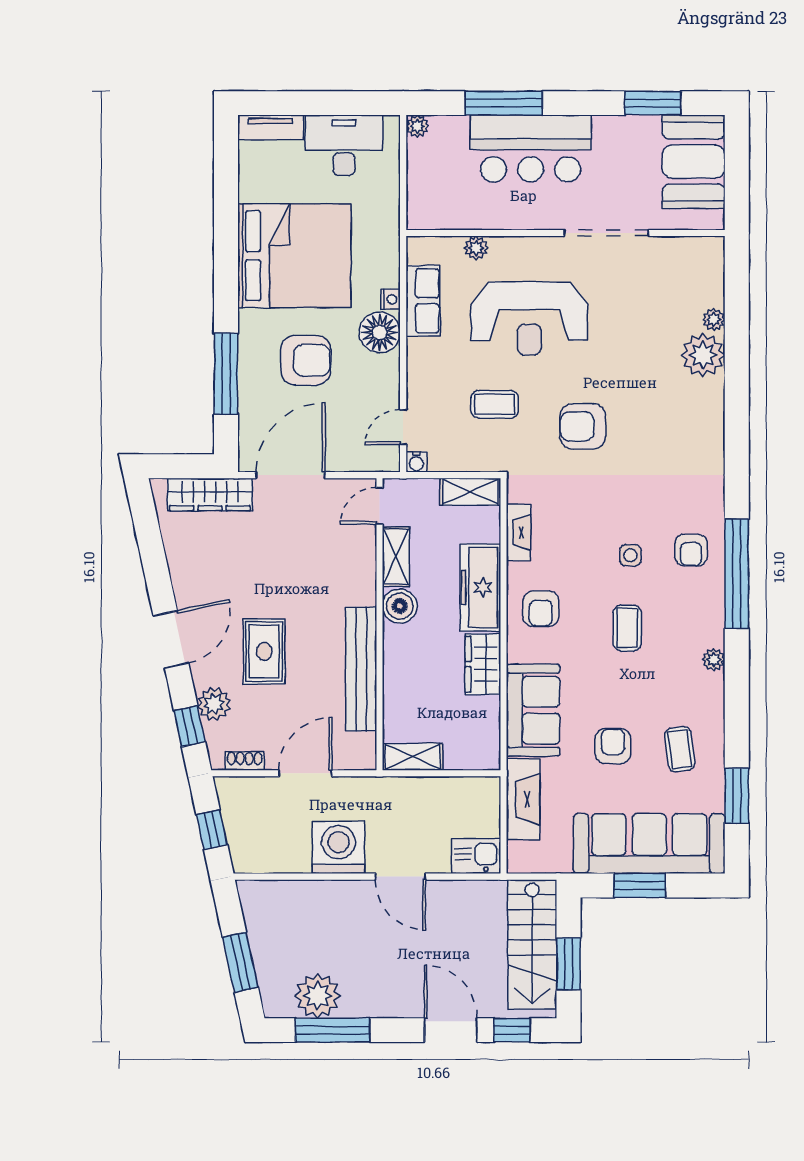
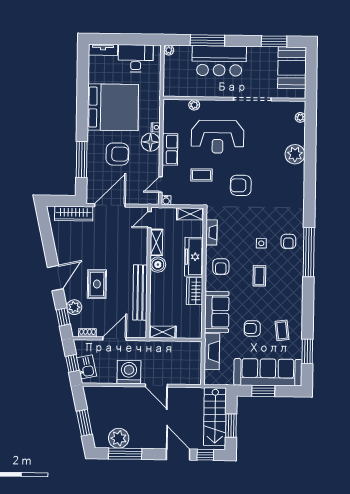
row of seats: (423, 301) -> (170, 149), moved
plant: (714, 320) -> (300, 117), moved
plant: (714, 660) -> (298, 290), removed
armchair: (613, 746) -> (252, 328), turned -90
kitchen sink: (476, 856) -> (87, 367), moved, turned 78

